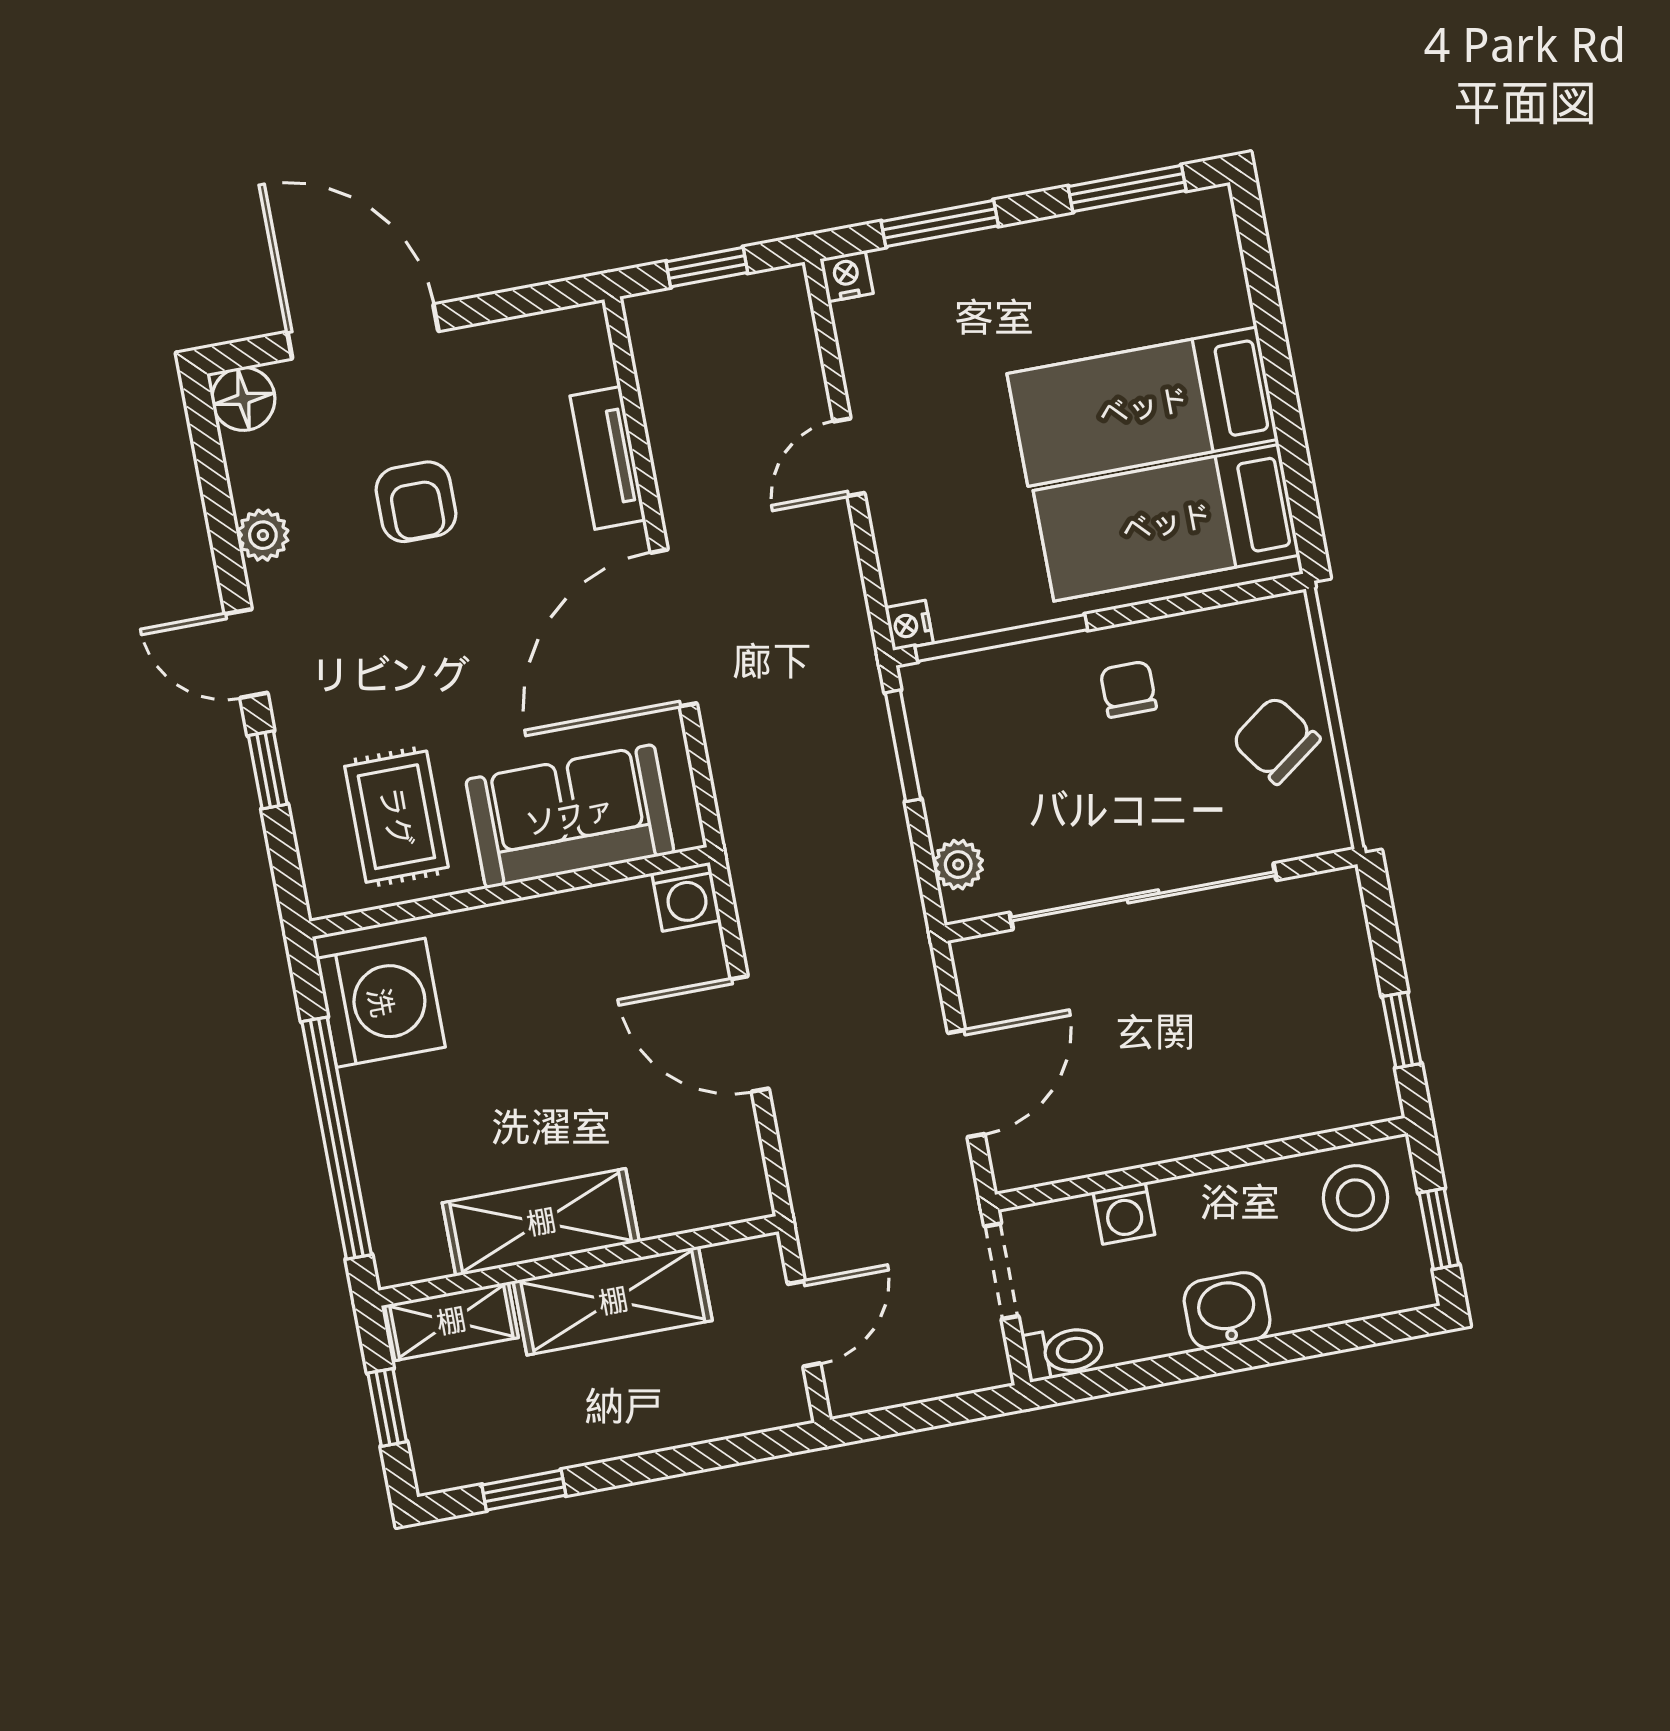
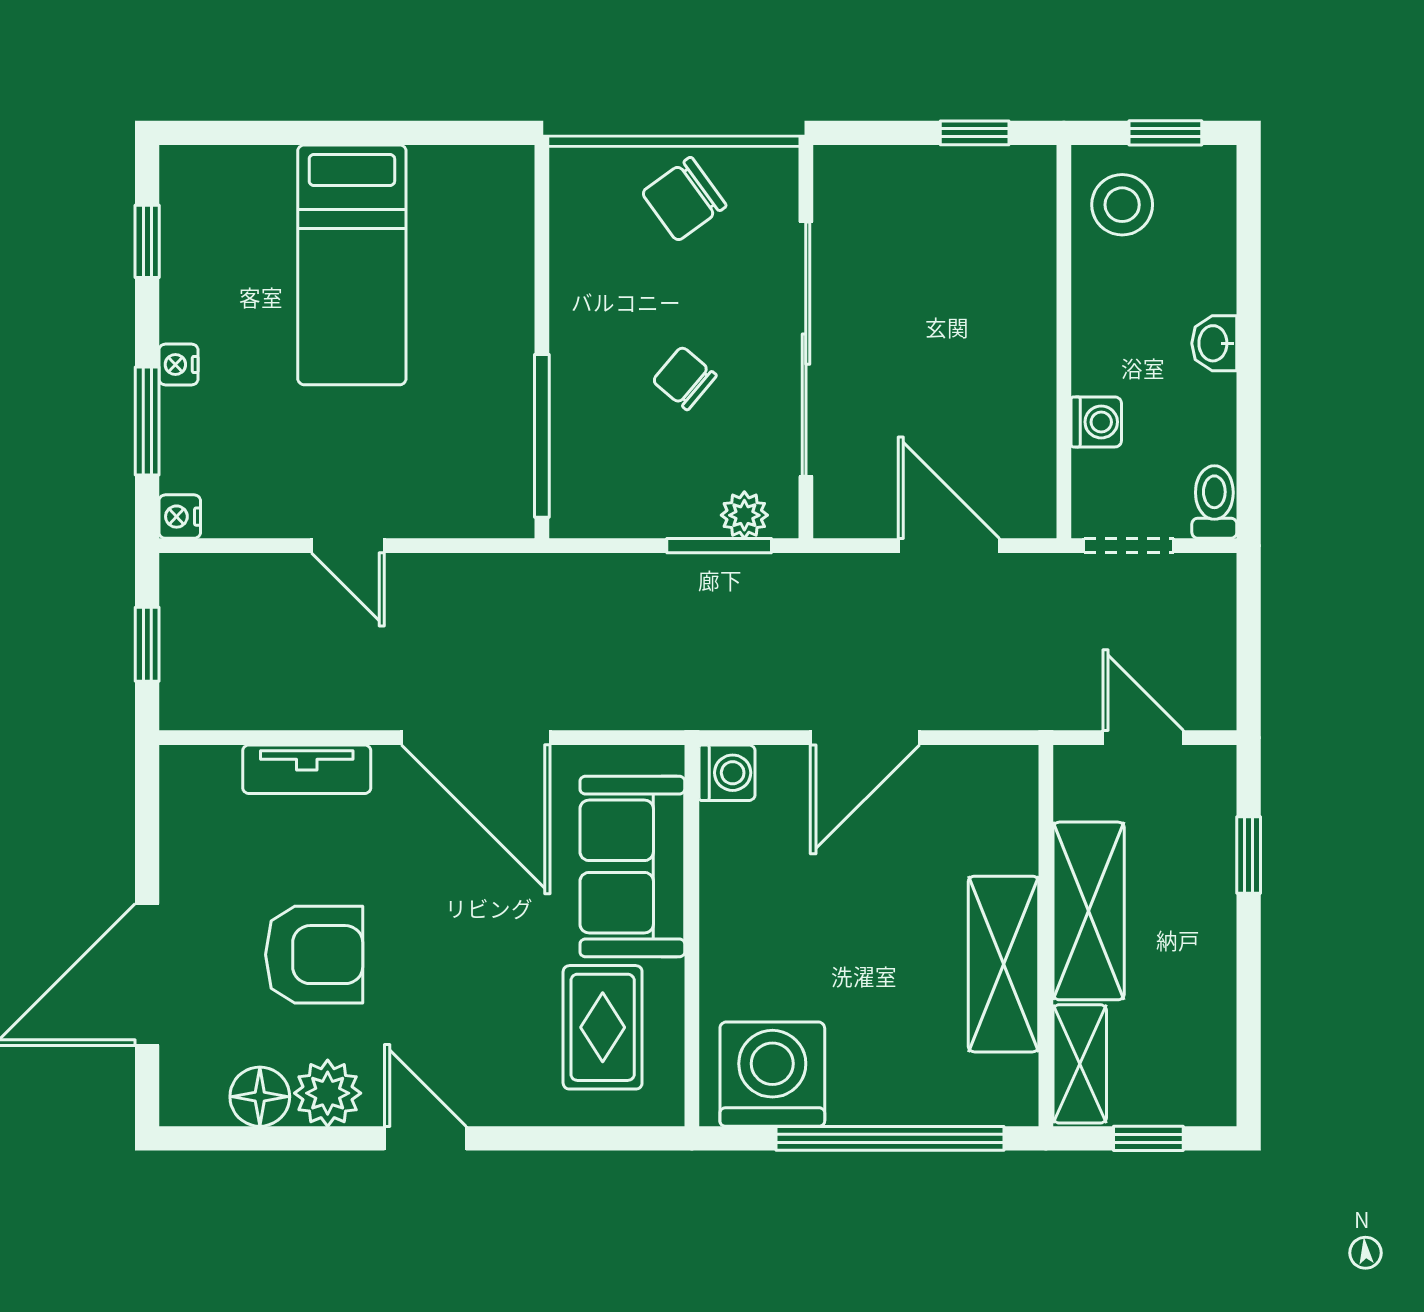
window: (1127, 188) -> (147, 241), width x0.67
floor lamp: (243, 399) -> (260, 1097), moved
armchair: (416, 502) -> (314, 955), width x1.38, depth x1.38
bed: (1166, 523) -> (464, 263), removed
plant: (263, 535) -> (328, 1093), width x1.38, depth x1.38
nightstand: (909, 625) -> (178, 364), moved, turned 90
door: (246, 653) -> (425, 1138), swing flipped
chair: (1128, 689) -> (685, 378), moved, turned 40
window: (903, 746) -> (719, 546), moved
window: (268, 770) -> (537, 1138), removed
rug: (396, 817) -> (603, 1027), turned 90
washbasin: (1227, 1311) -> (1214, 343), width x0.72, depth x0.69
window: (524, 1490) -> (1249, 855), moved

